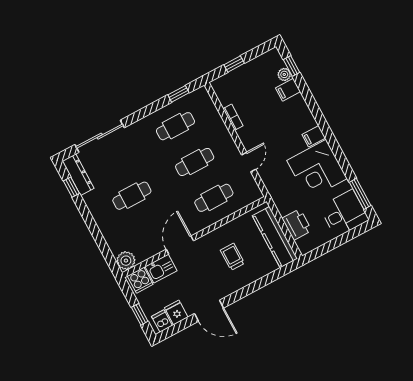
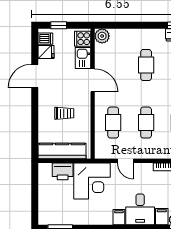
corner desk: (317, 169) -> (92, 181), moved, turned 180
desk: (344, 213) -> (140, 209), moved

